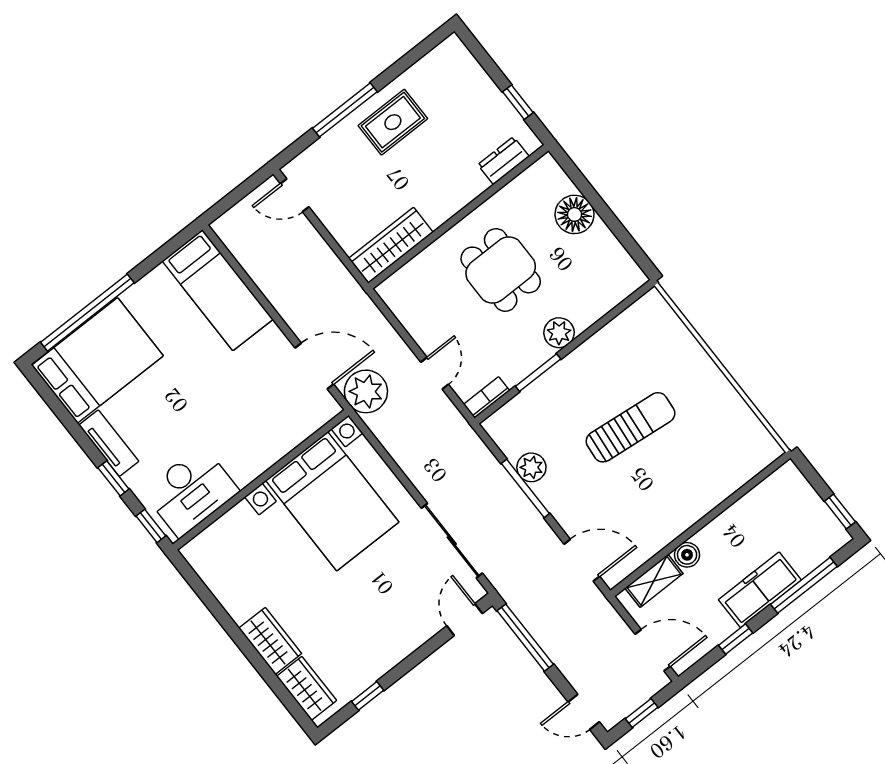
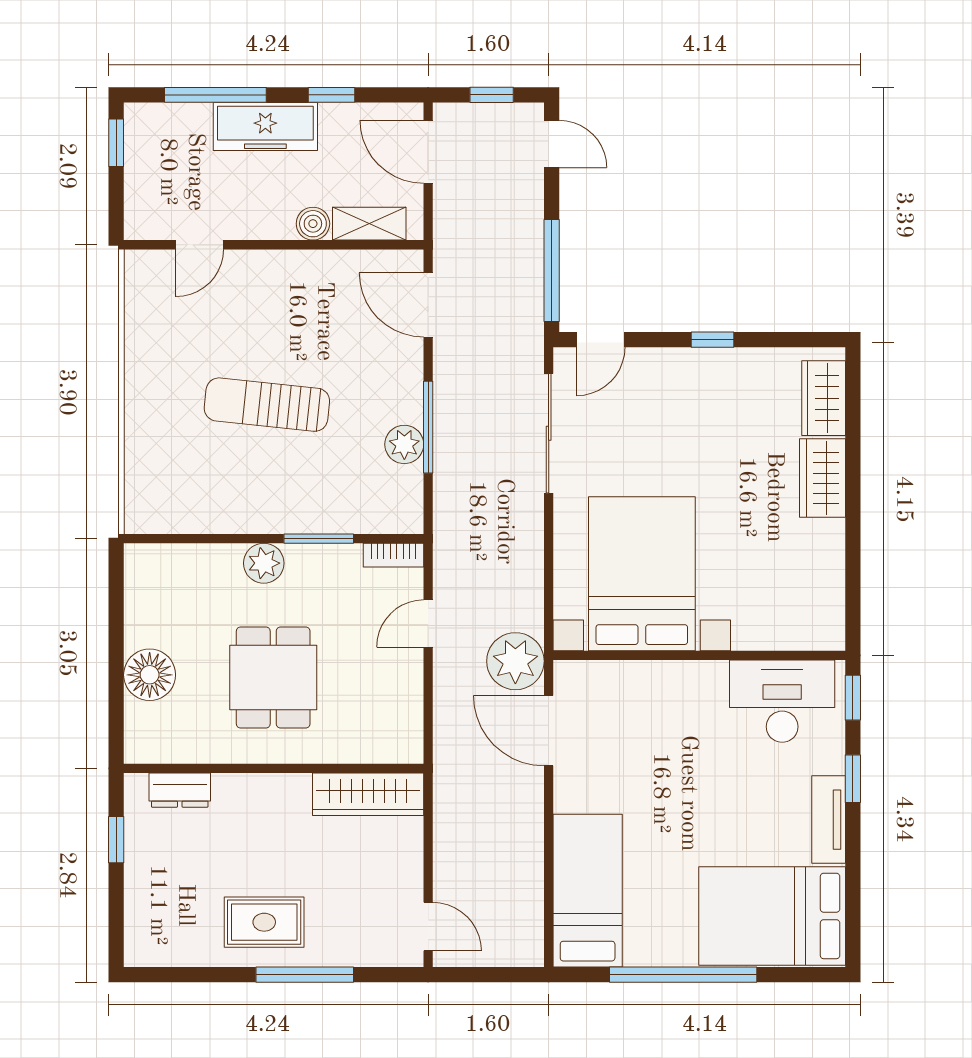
window: (87, 313) -> (683, 975), moved
door: (744, 490) -> (200, 245), added
window: (368, 696) -> (712, 340), moved

